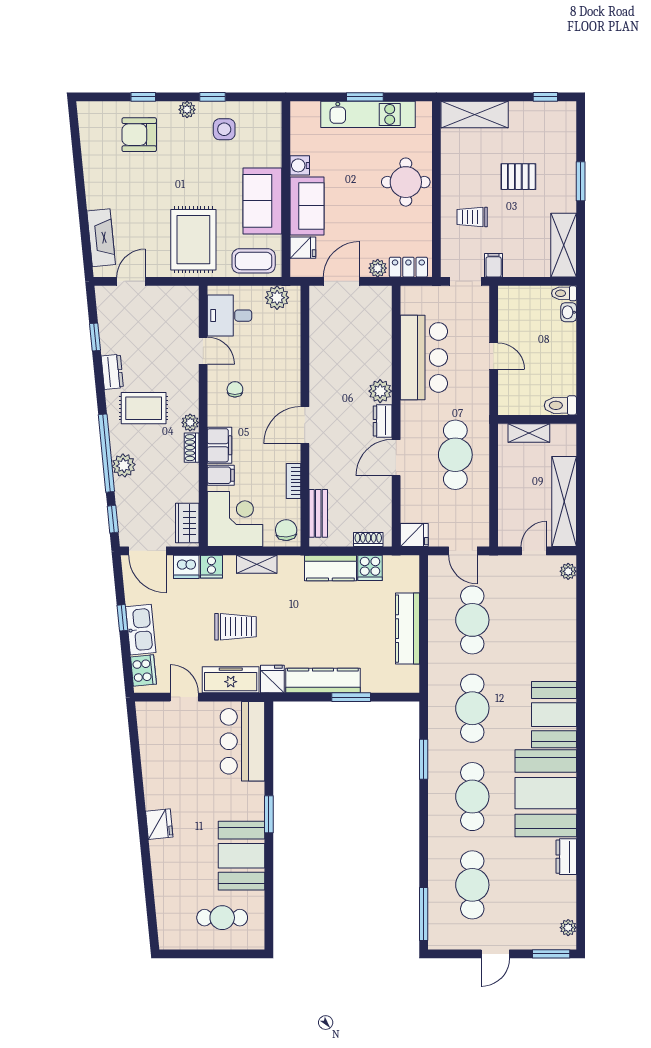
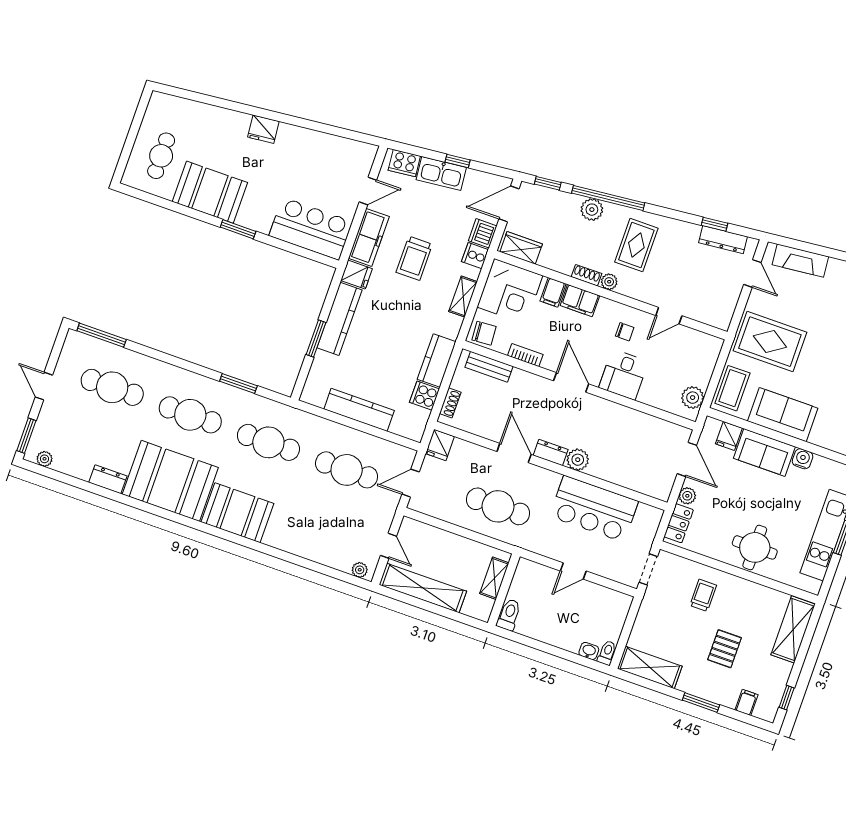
filing cabinet: (494, 265) -> (746, 702), moved, turned -90
desk: (229, 316) -> (624, 375), moved, turned 180
dresser: (112, 372) -> (723, 240), moved, width x1.44

